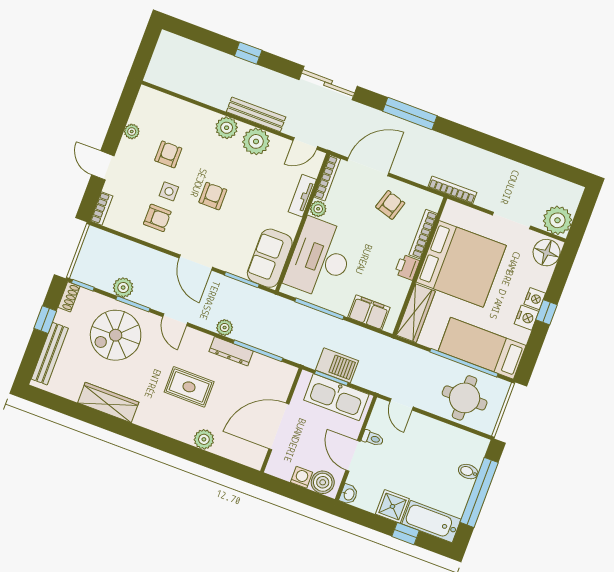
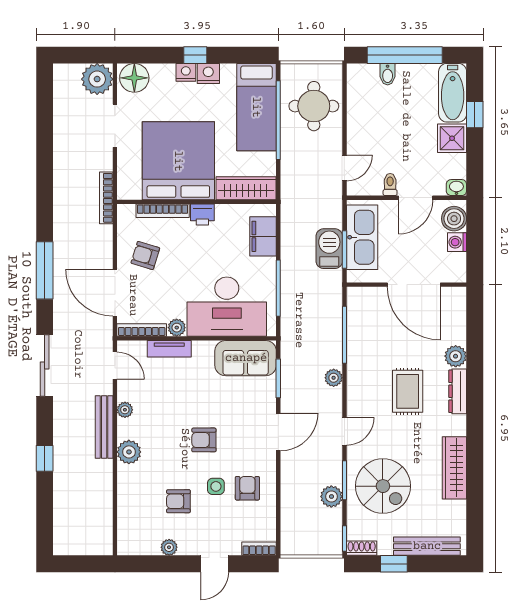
plant: (256, 141) -> (125, 410), width x0.53, depth x0.53
dresser: (231, 351) -> (458, 391), moved, turned 180

